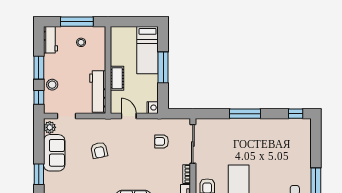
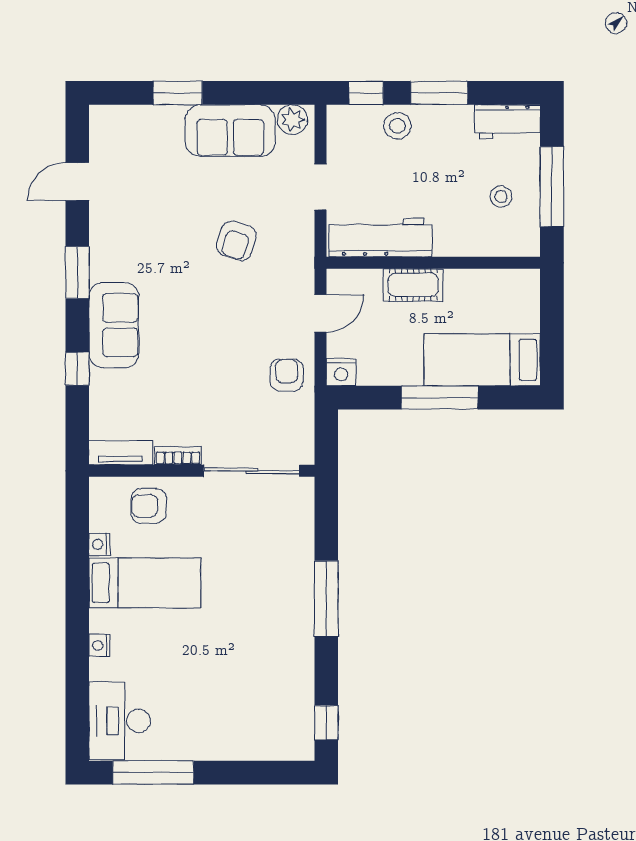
doorway: (67, 116) -> (320, 187), moved
armchair: (161, 141) -> (287, 375), moved
armchair: (99, 150) -> (236, 241), turned -61

